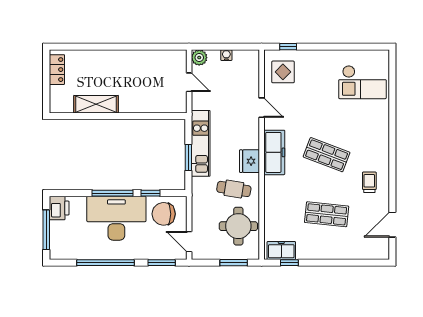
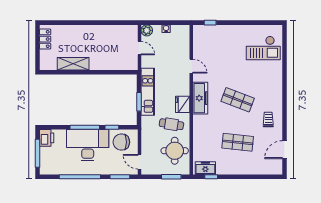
display table: (283, 72) -> (207, 41), removed

